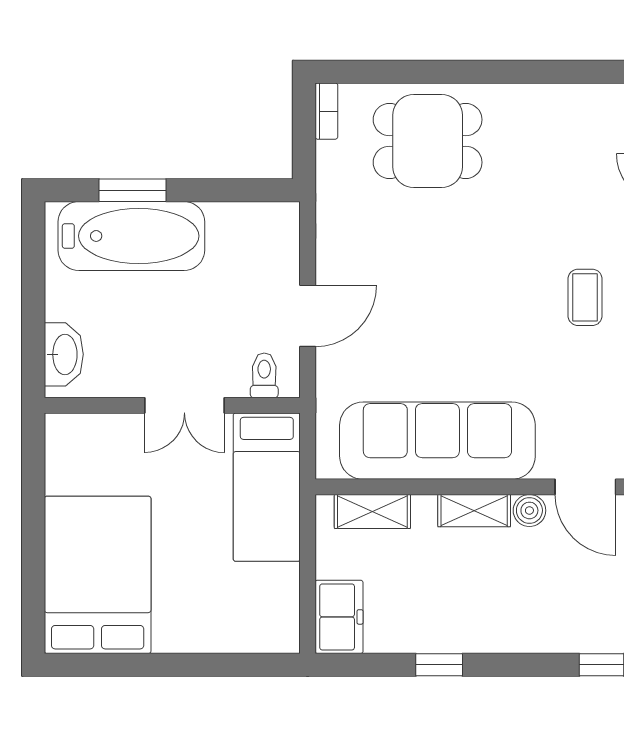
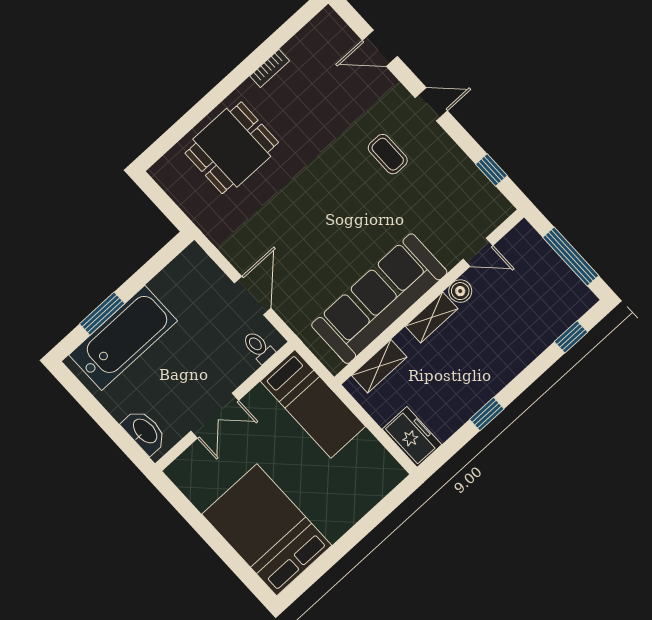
bookcase: (326, 111) -> (270, 68), moved, turned 90
double door: (184, 405) -> (215, 416), moved
door: (585, 487) -> (478, 252), width x0.73

